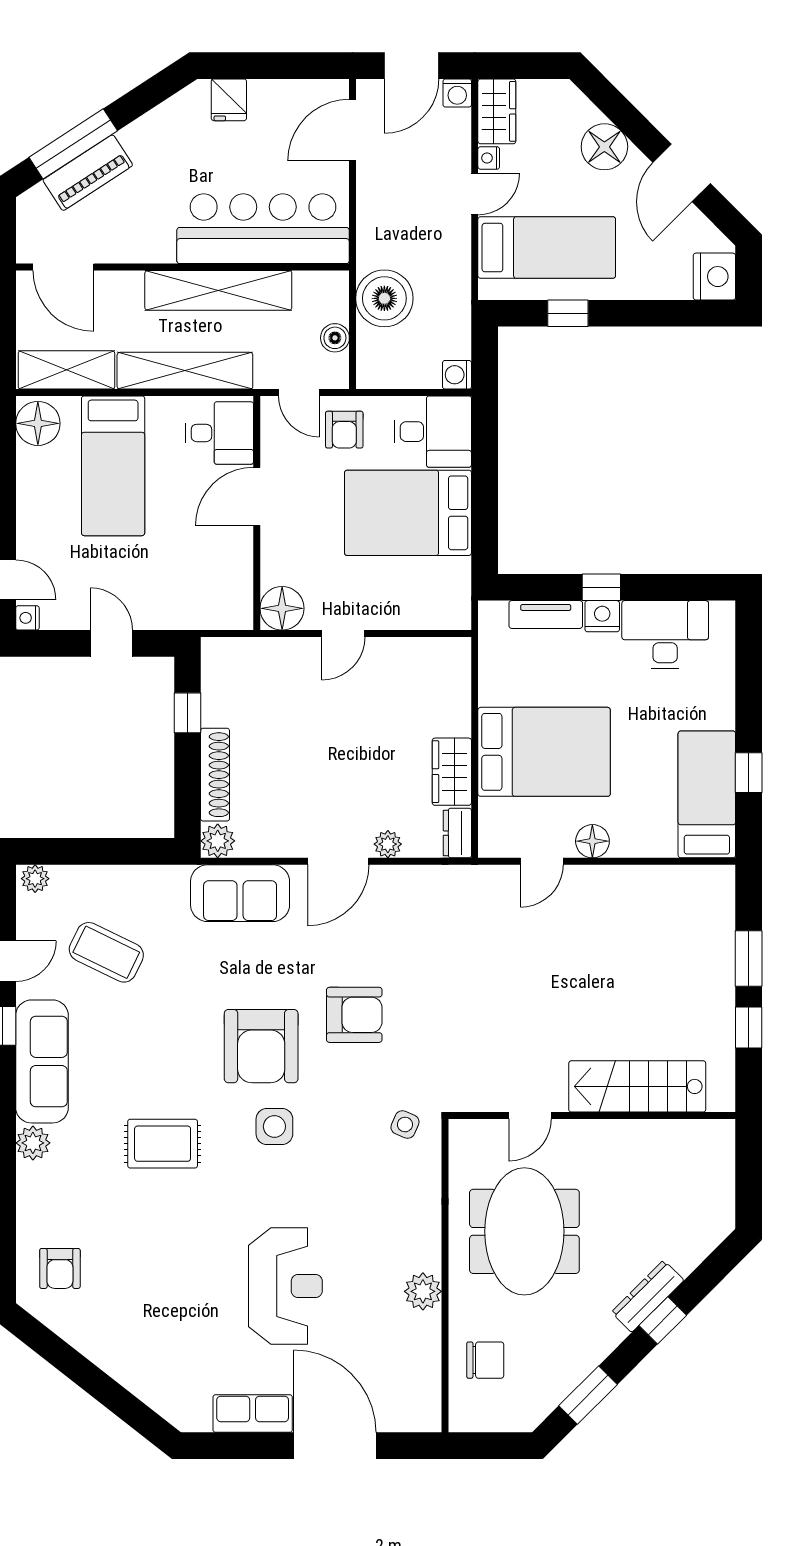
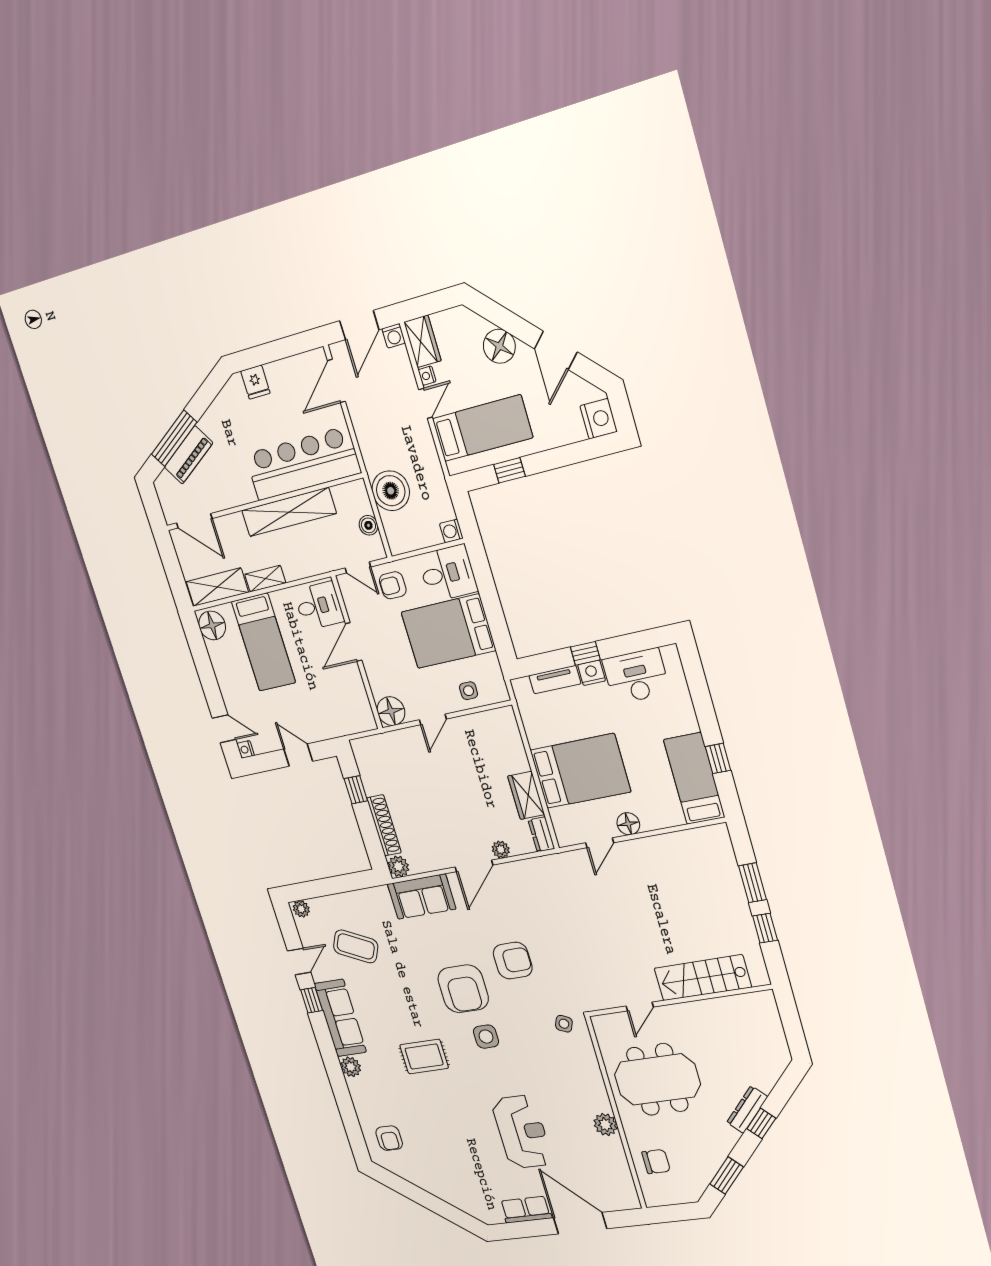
shelving: (185, 371) -> (265, 579), width x0.45, depth x0.75
armchair: (344, 430) -> (393, 585), turned 90
side table: (412, 603) -> (469, 691), added
meeting table: (524, 1231) -> (657, 1079), turned 90

